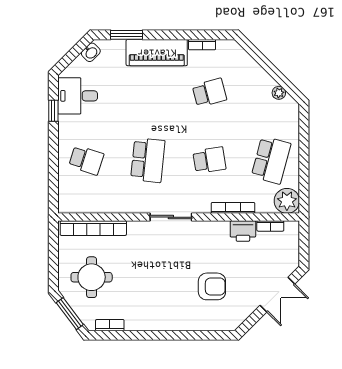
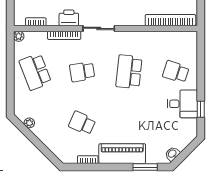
school desk: (209, 93) -> (82, 123), turned 39
desk: (78, 96) -> (182, 104), moved
school desk: (271, 160) -> (35, 72), turned -36
plant: (287, 201) -> (19, 36), width x0.53, depth x0.53
sliding door: (171, 217) -> (99, 28), moved
printer: (243, 231) -> (69, 18), moved

